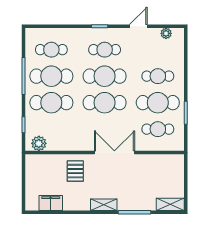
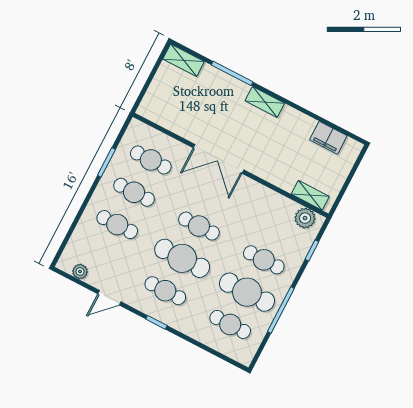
cafe table: (51, 103) -> (264, 260), width x0.73, depth x0.74
cafe table: (105, 103) -> (199, 226), width x0.73, depth x0.74
cafe table: (158, 103) -> (134, 192), width x0.73, depth x0.74
shelving: (43, 160) -> (310, 195), added
pallet: (75, 171) -> (278, 161), removed

